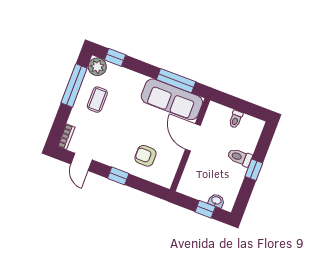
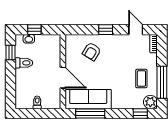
armchair: (145, 156) -> (92, 51), turned 122
toilet: (240, 157) -> (24, 63), moved
window: (254, 170) -> (10, 52), moved

